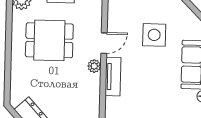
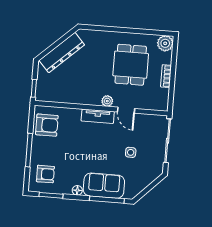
side table: (154, 35) -> (131, 152), width x0.54, depth x0.54

